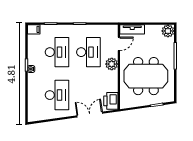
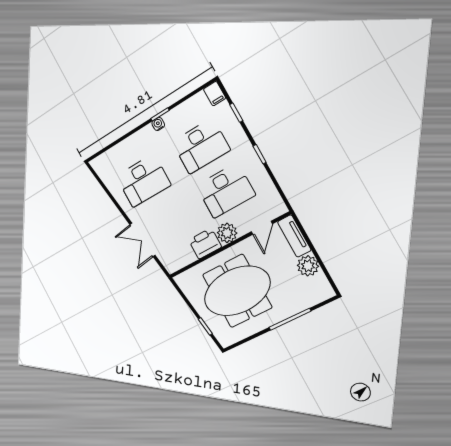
plant: (168, 31) -> (308, 266), moved
door: (119, 44) -> (262, 228), hinge flipped
meeting table: (146, 76) -> (237, 291), turned 90
printer: (111, 101) -> (205, 244), moved
double door: (90, 114) -> (143, 240), swing flipped

